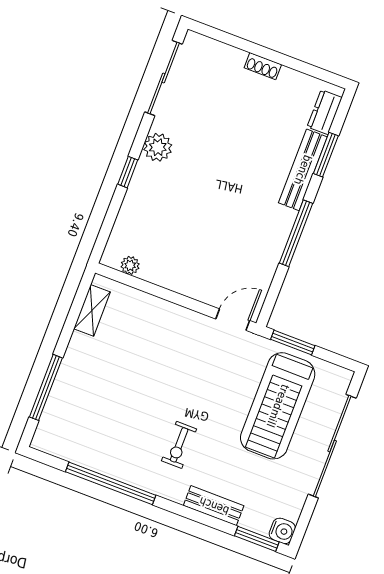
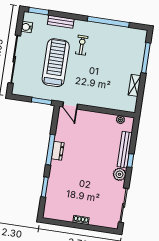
dresser: (325, 112) -> (58, 151), moved
bench: (303, 170) -> (125, 150), moved
shelving: (92, 310) -> (135, 85), moved
door: (233, 320) -> (70, 105), hinge flipped
treadmill: (278, 406) -> (56, 63), moved
water cooler: (282, 531) -> (27, 27), moved

